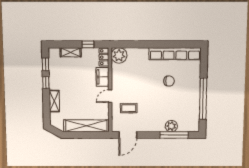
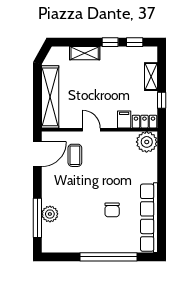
filing cabinet: (102, 77) -> (124, 119), width x0.50
window: (203, 99) -> (109, 257), moved
door: (128, 135) -> (37, 154), swing flipped

